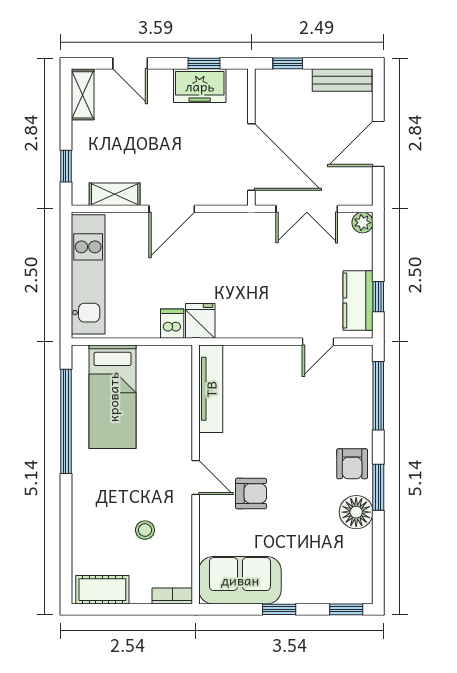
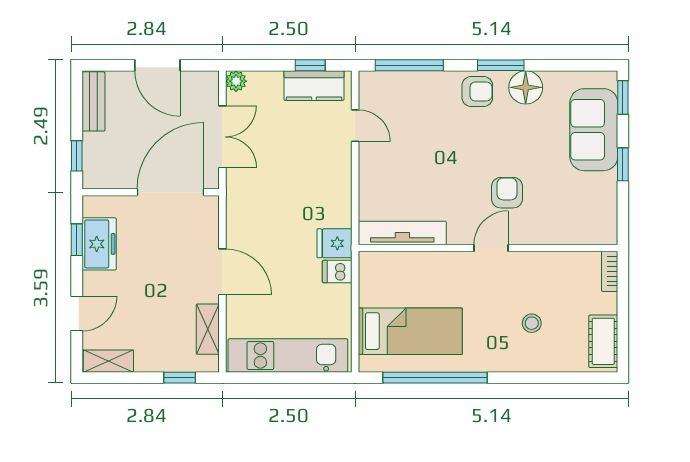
stool: (145, 530) -> (532, 323), moved
sofa: (240, 580) -> (594, 130), moved

